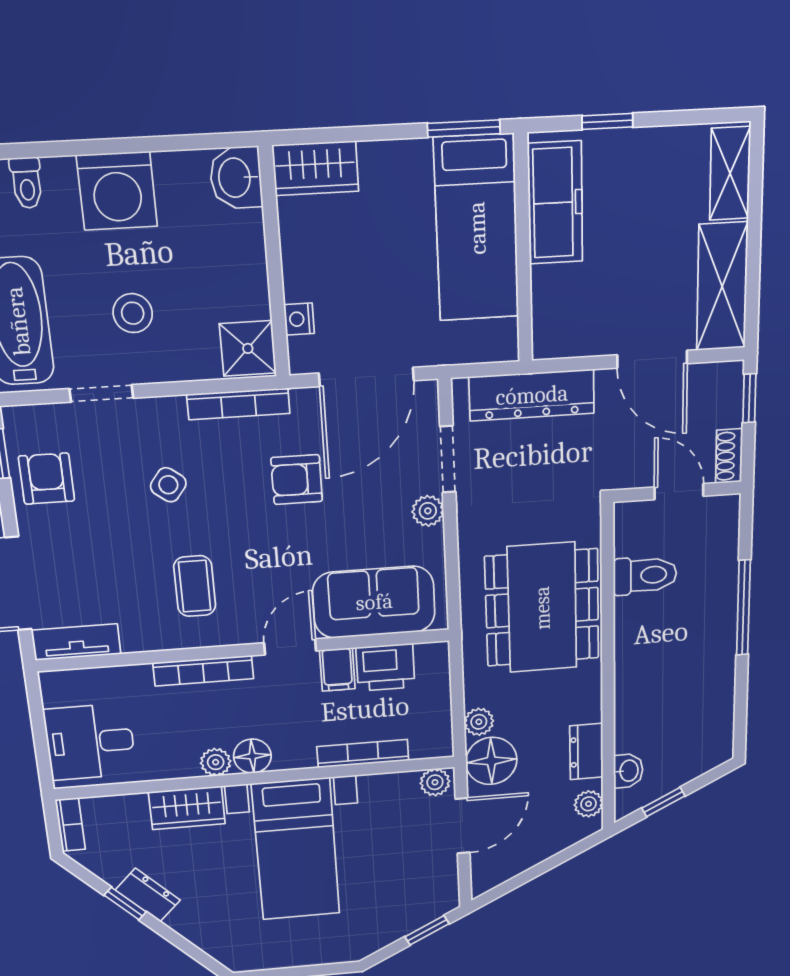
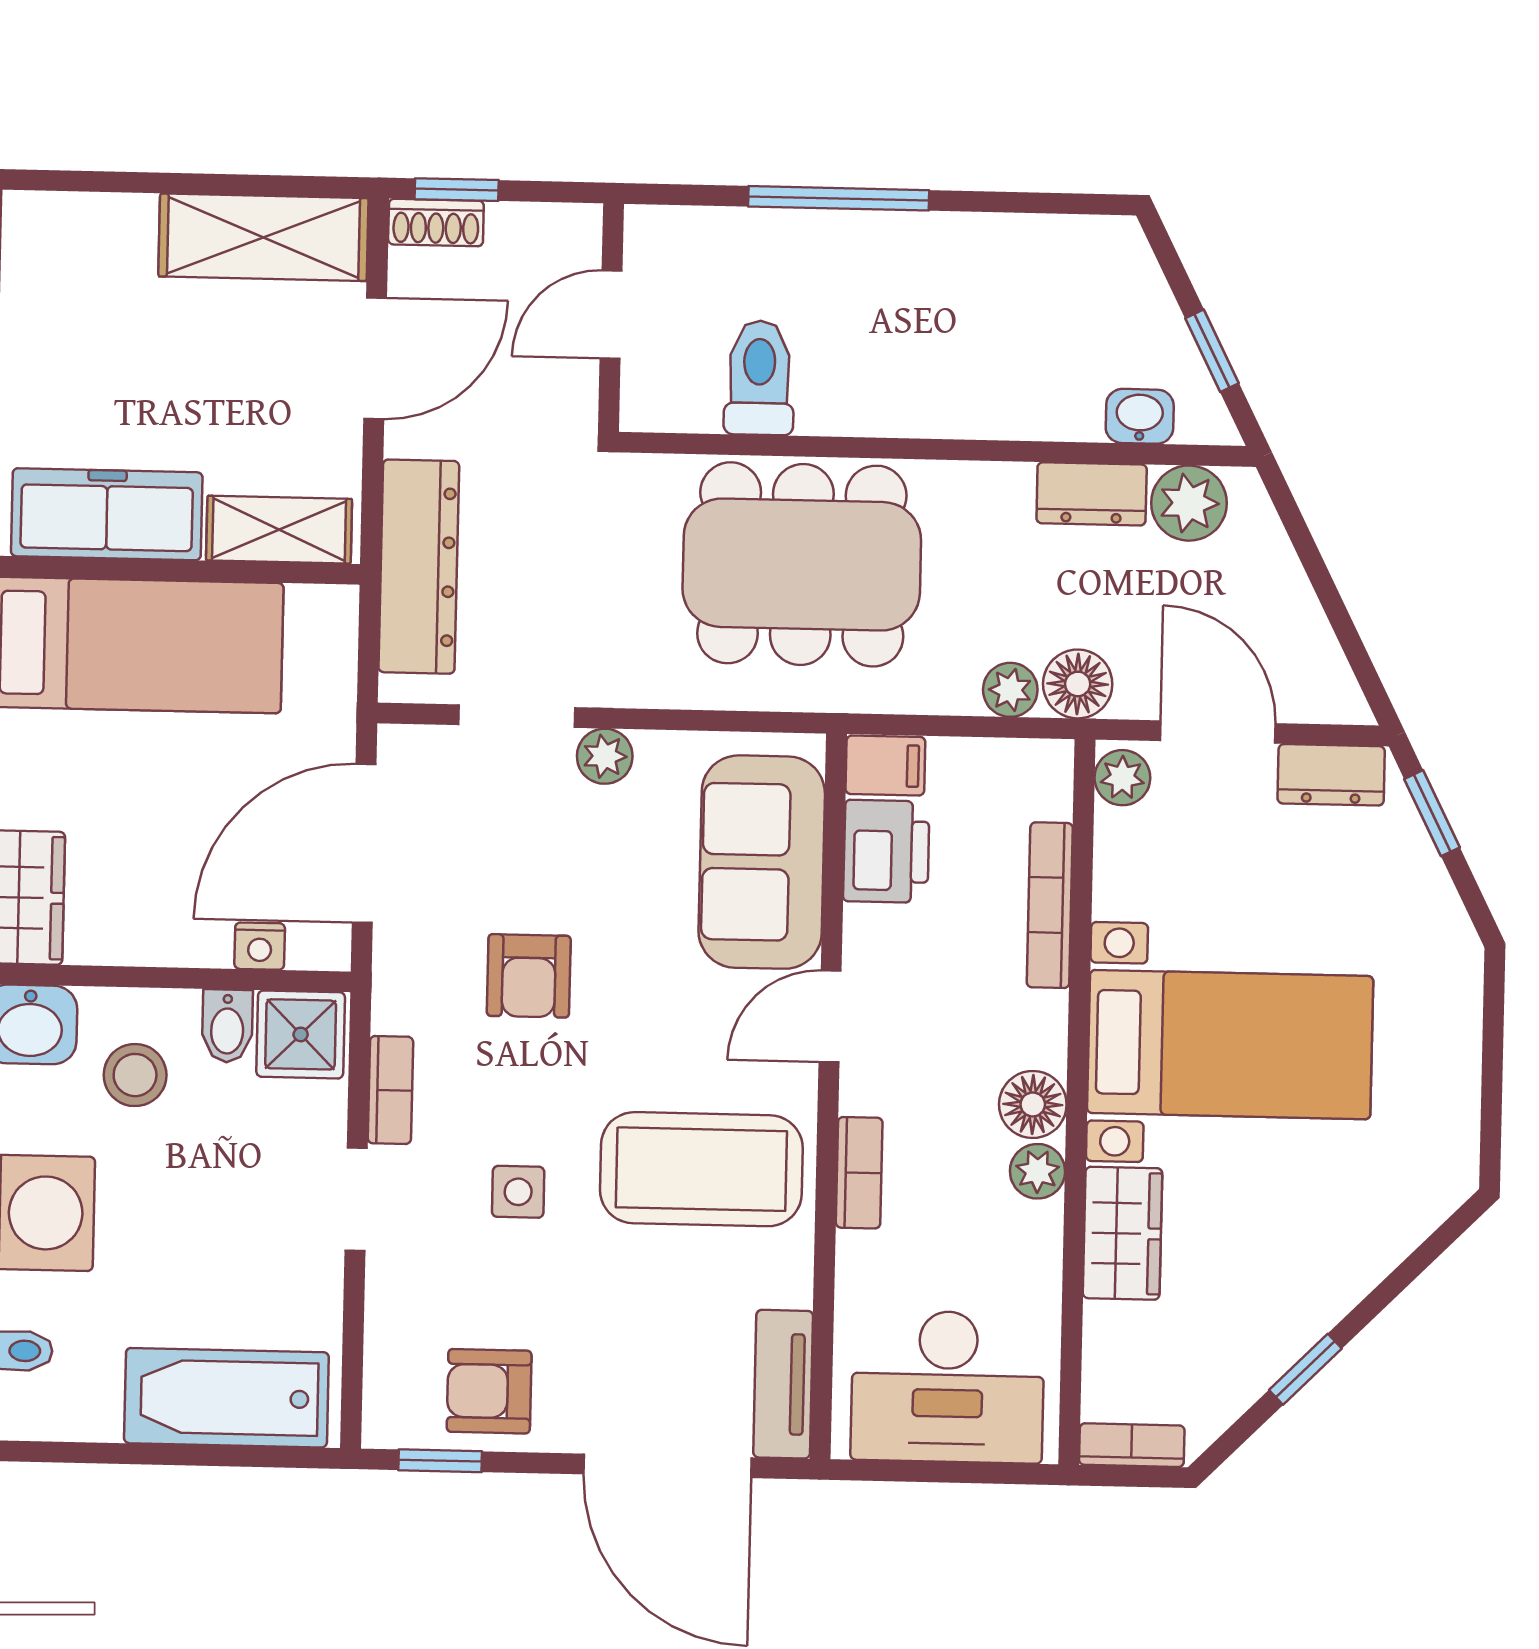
shelving: (730, 173) -> (279, 530), moved
bidet: (248, 303) -> (227, 1026), added
stool: (133, 313) -> (135, 1075), moved
door: (366, 377) -> (364, 843), swing flipped
doorway: (101, 393) -> (356, 1199), moved
bookcase: (238, 404) -> (390, 1090), width x0.64
shoe rack: (729, 456) -> (436, 223), moved
side table: (168, 485) -> (518, 1192), turned -37
coffee table: (195, 586) -> (701, 1169), width x1.86, depth x1.72
door: (290, 647) -> (830, 1016), hinge flipped
filing cabinet: (337, 670) -> (885, 765), moved
bookcase: (203, 671) -> (859, 1173), width x0.64
desk: (90, 742) -> (948, 1387), width x1.37
floor lamp: (491, 761) -> (1078, 684), width x0.73, depth x0.73
plant: (589, 804) -> (1189, 503), width x1.38, depth x1.38
dresser: (148, 895) -> (1331, 775), moved, turned -135

